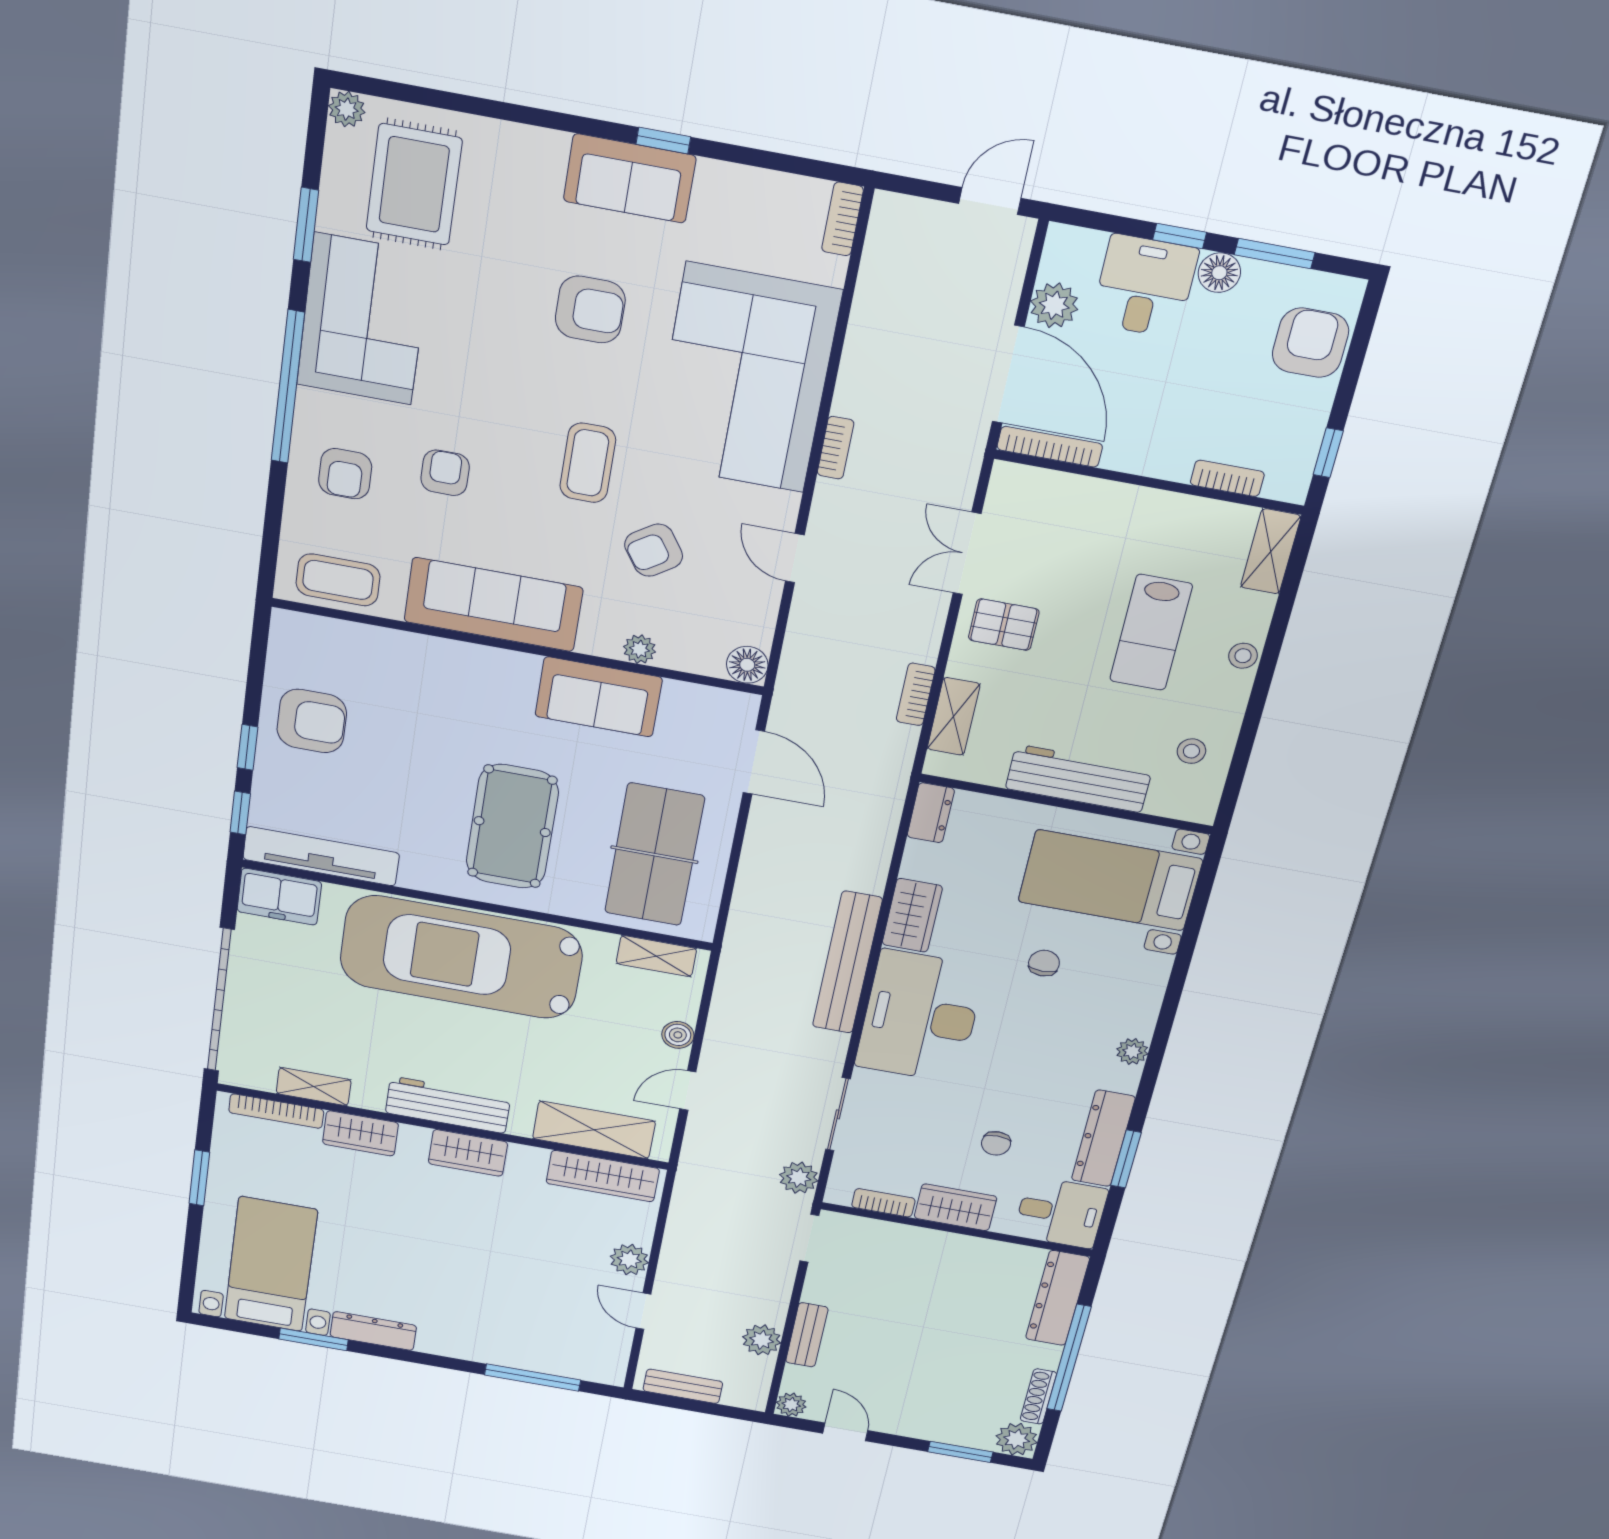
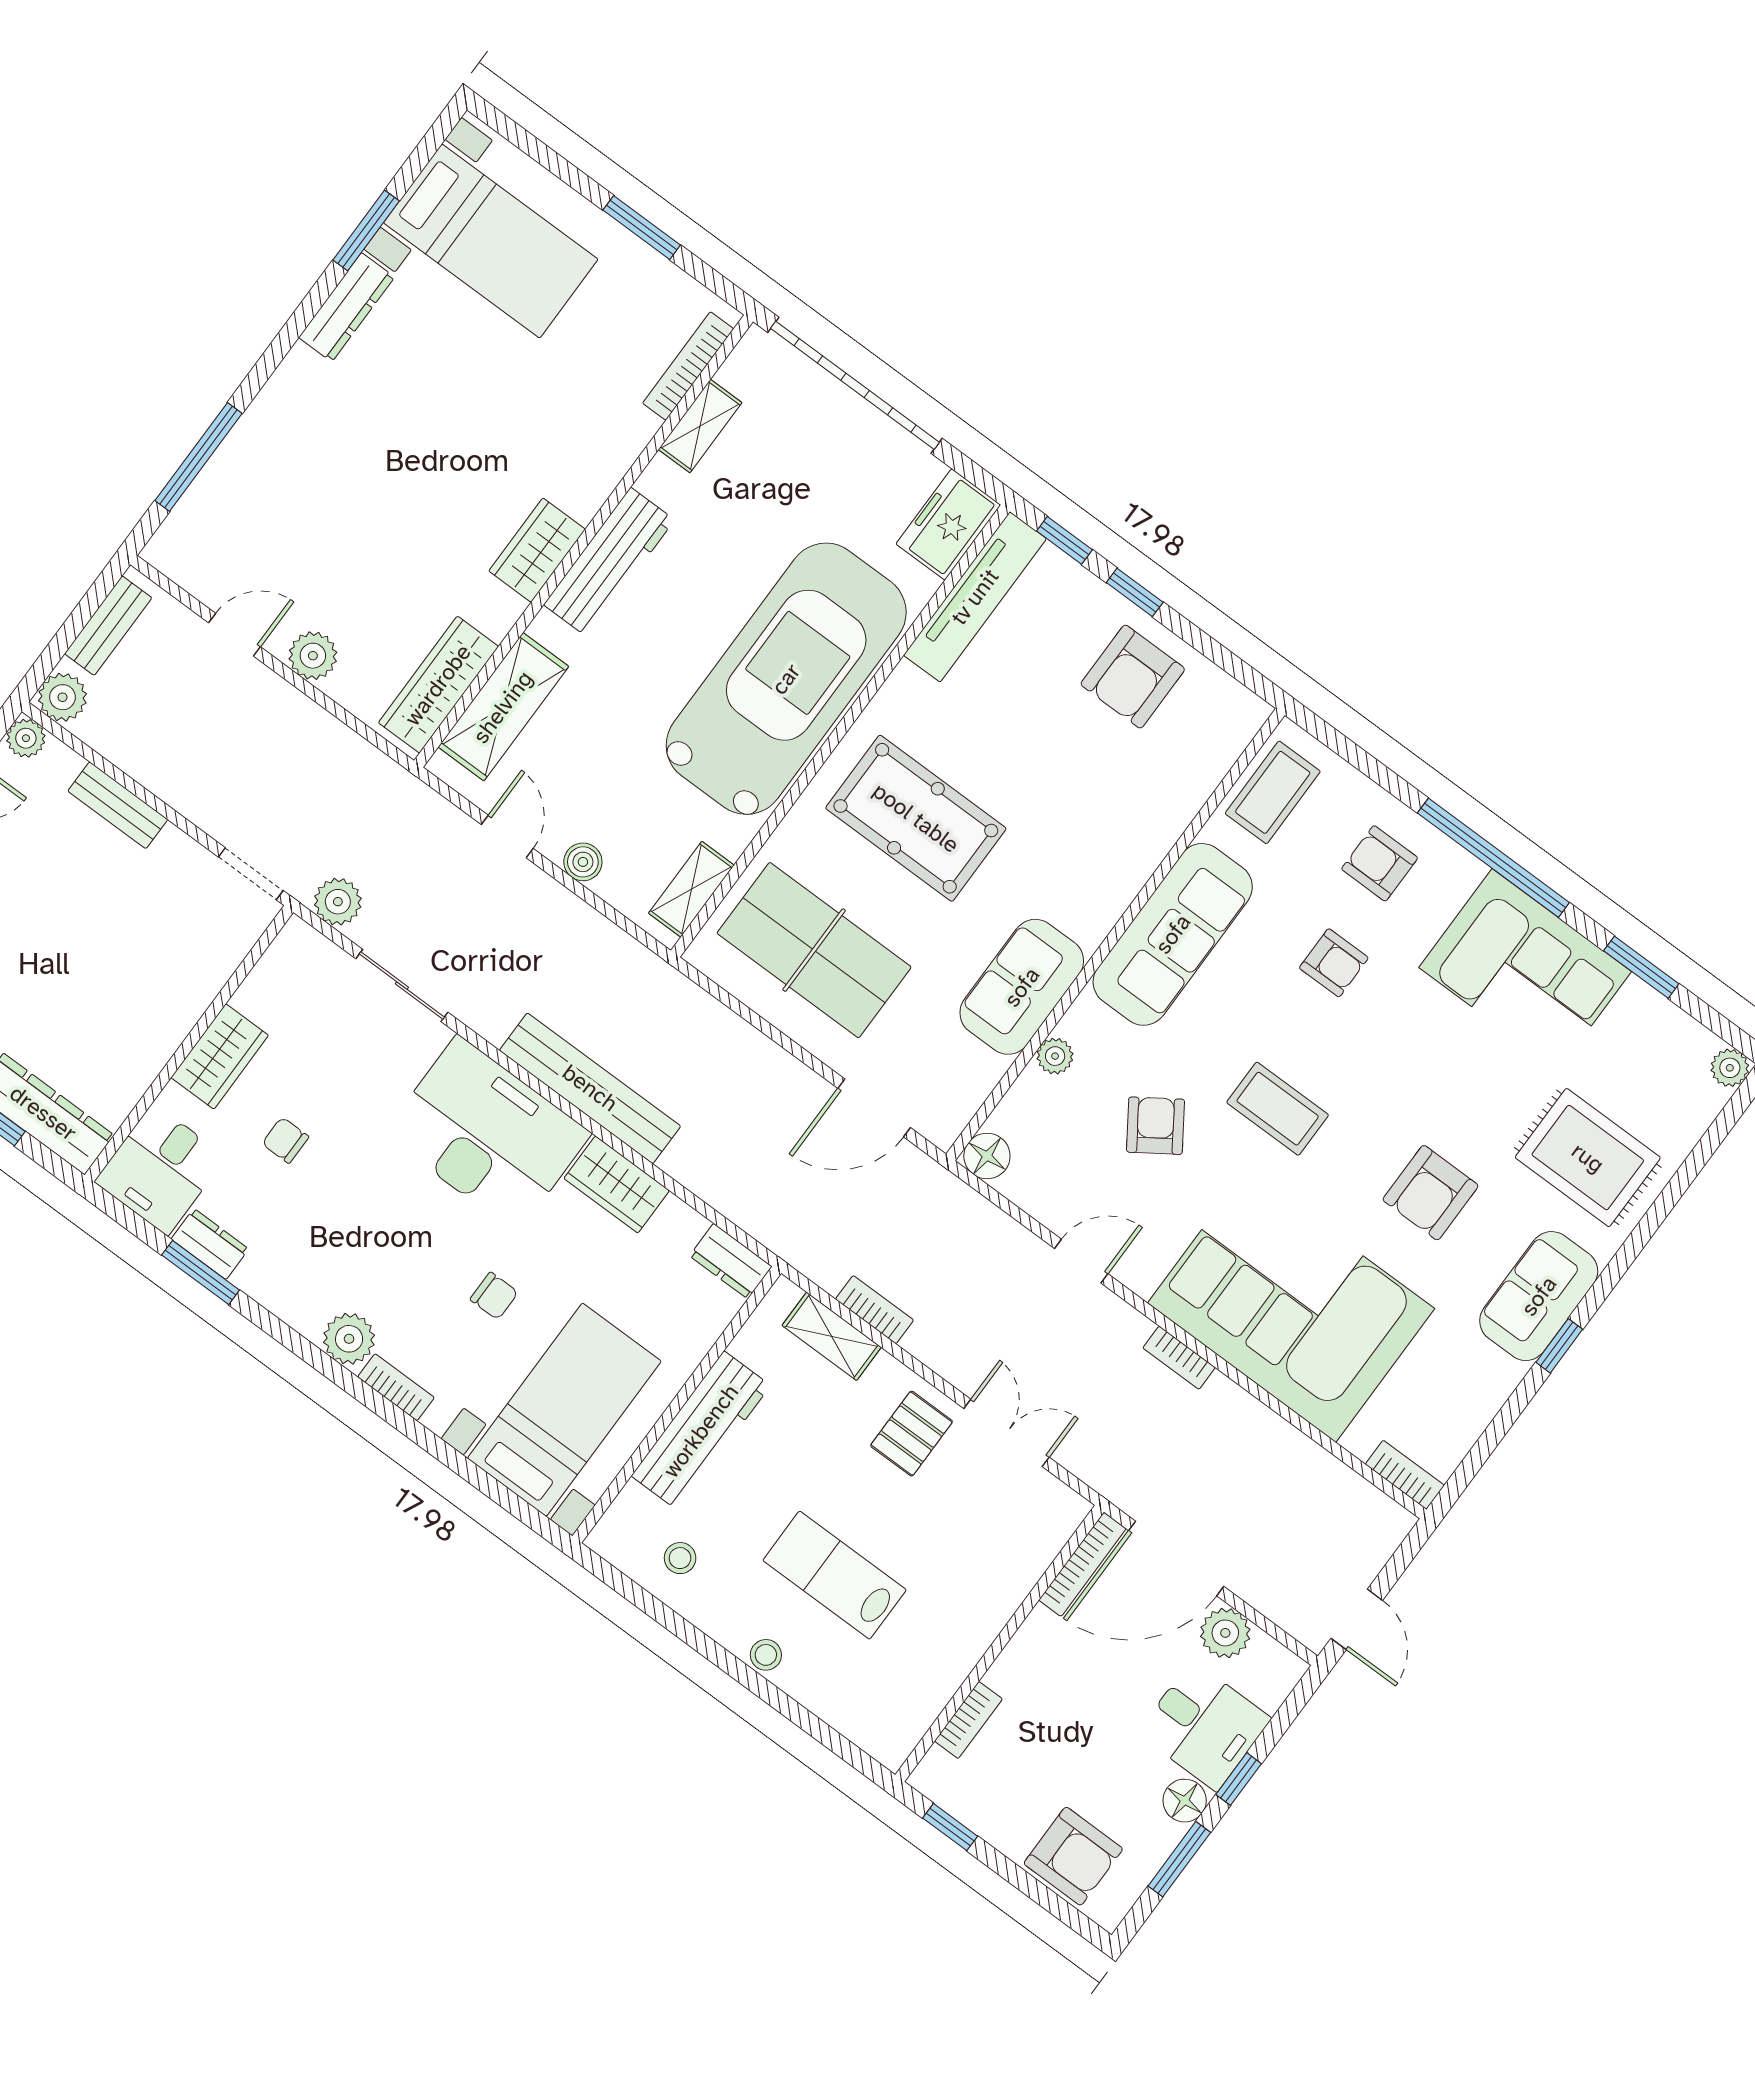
rug: (414, 184) -> (1588, 1158), moved
shelving: (1271, 551) -> (870, 1729), removed
plant: (1132, 1051) -> (349, 1339), width x1.38, depth x1.38
wardrobe: (360, 1133) -> (617, 444), removed
dresser: (1103, 1138) -> (210, 1244), width x0.51, depth x0.80
bookcase: (883, 1203) -> (396, 1387), moved, turned -90
plant: (762, 1340) -> (62, 697), moved

